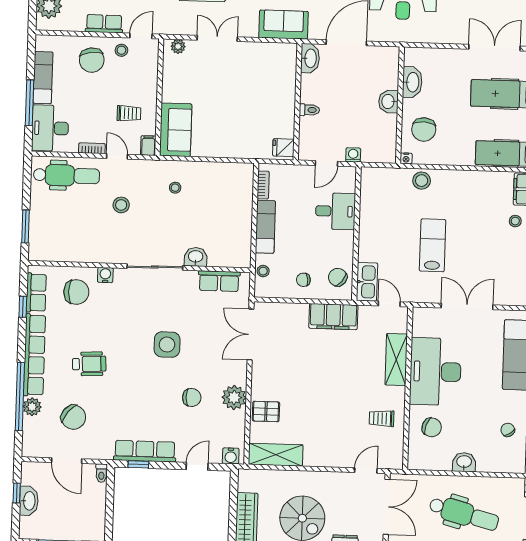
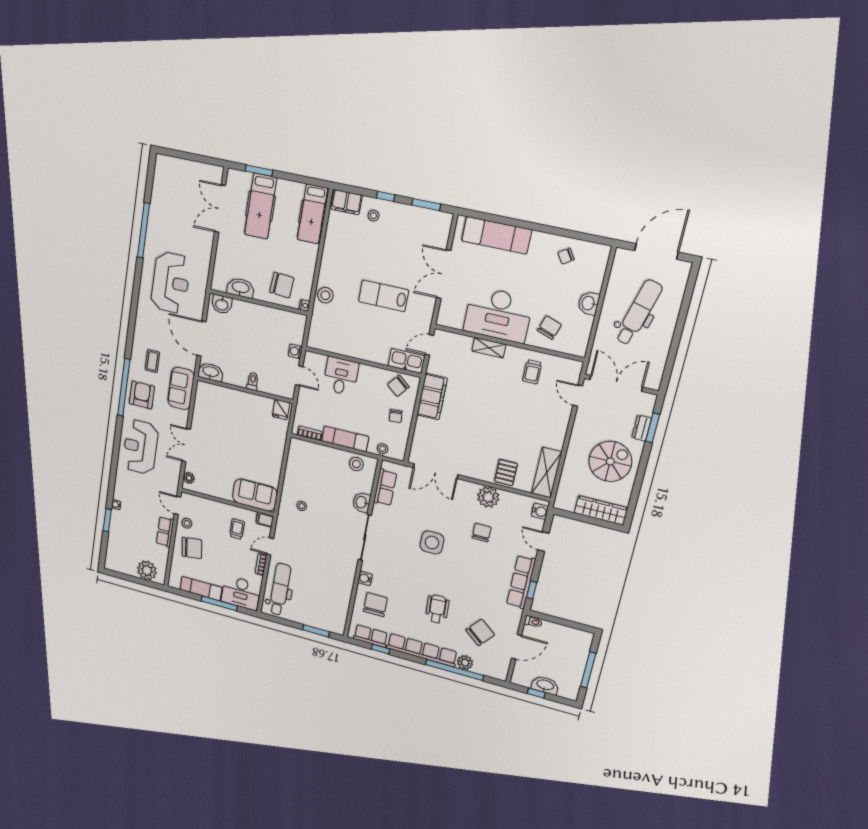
washbasin: (388, 102) -> (222, 304), moved
stool: (121, 205) -> (356, 464), moved
shelving: (396, 360) -> (489, 348), width x0.67, depth x0.75

